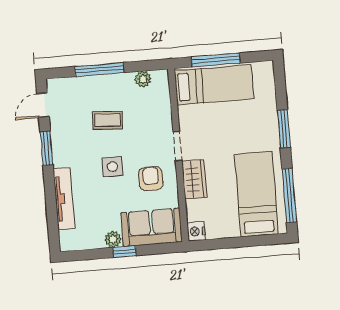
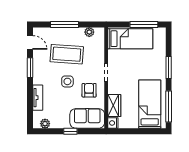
window: (216, 60) -> (144, 24), moved
door: (43, 105) -> (30, 42), swing flipped
coffee table: (107, 120) -> (67, 54), width x1.86, depth x1.72
wardrobe: (194, 179) -> (114, 106), moved
tv unit: (64, 199) -> (38, 98), width x0.71
plant: (113, 239) -> (45, 124), moved

